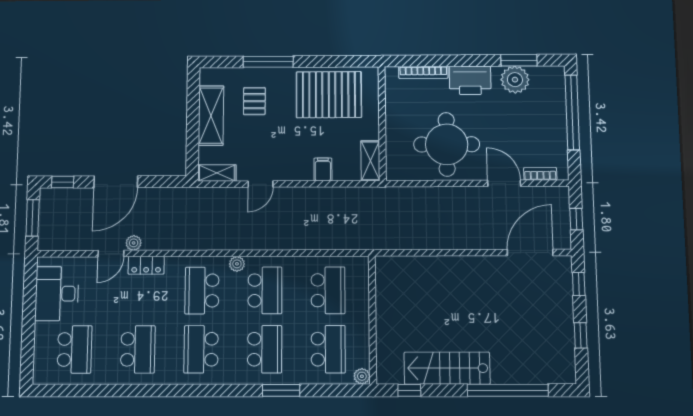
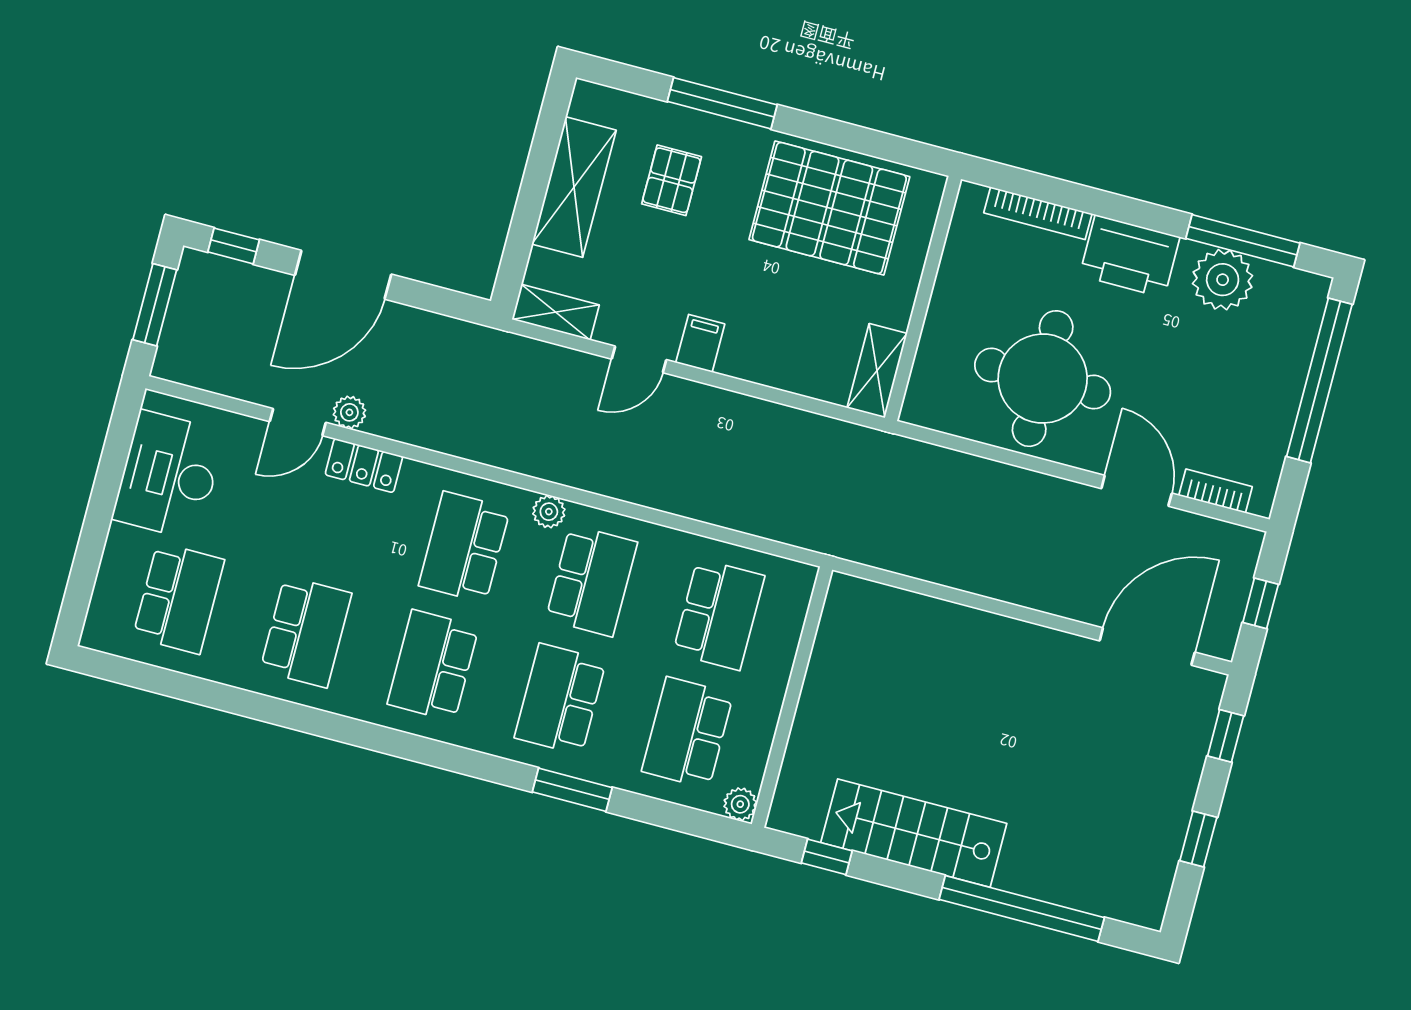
window: (519, 60) -> (1243, 241), width x1.44
filing cabinet: (323, 169) -> (700, 343), moved
school desk: (265, 349) -> (560, 699), turned 180
school desk: (328, 349) -> (688, 733), turned 180

